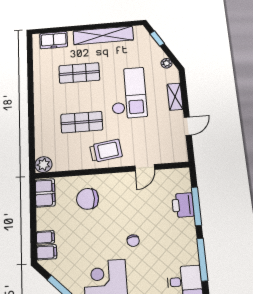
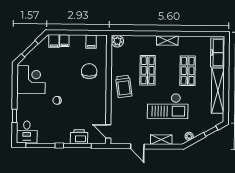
freezer: (54, 40) -> (218, 53), width x1.40
shelving: (40, 101) -> (167, 40), added
door: (145, 168) -> (108, 131), moved
filing cabinet: (45, 193) -> (91, 42), width x0.50

